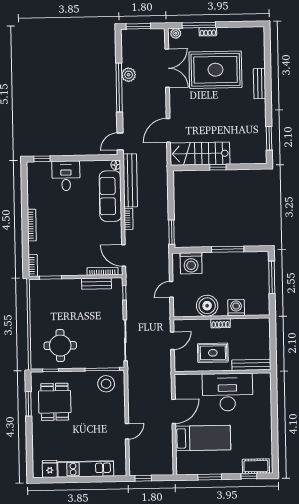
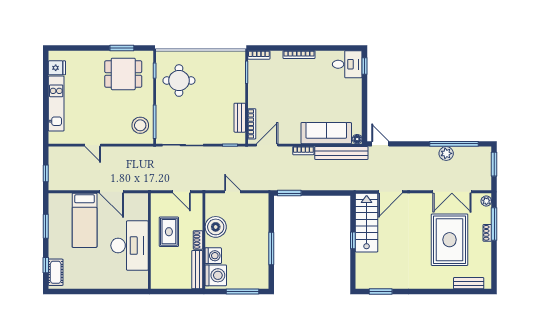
bench: (260, 84) -> (469, 283), moved
window: (119, 87) -> (454, 144), moved
door: (168, 130) -> (390, 192), swing flipped
desk: (66, 176) -> (347, 64), moved
washing machine: (191, 263) -> (216, 275), moved, turned 180
bench: (251, 365) -> (197, 270), moved
window: (143, 478) -> (46, 173), moved

